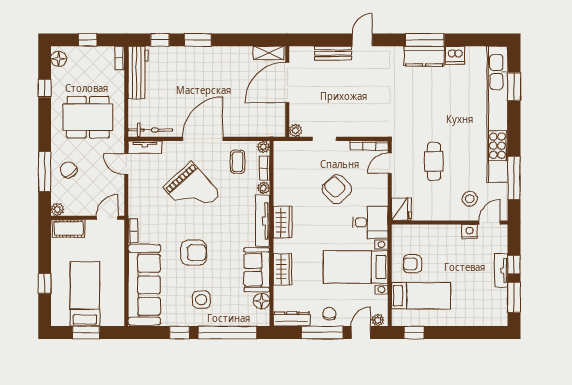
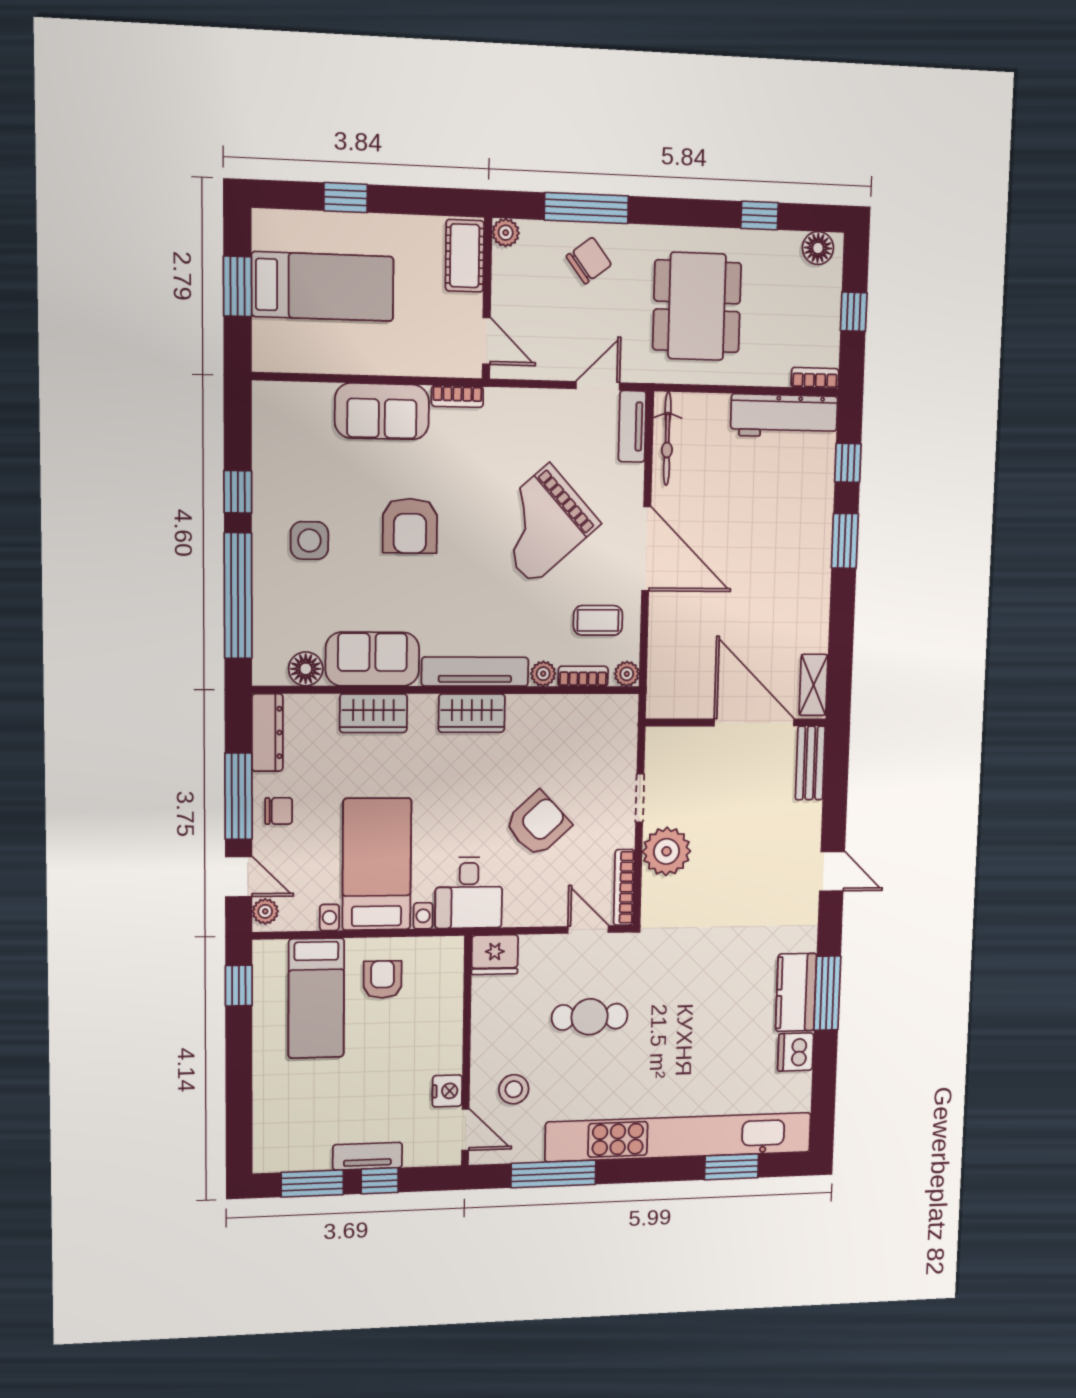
bench: (333, 53) -> (810, 763), moved
plant: (296, 130) -> (666, 851), moved, width x1.87, depth x1.87
sofa: (144, 285) -> (382, 411), width x0.54, depth x0.79

